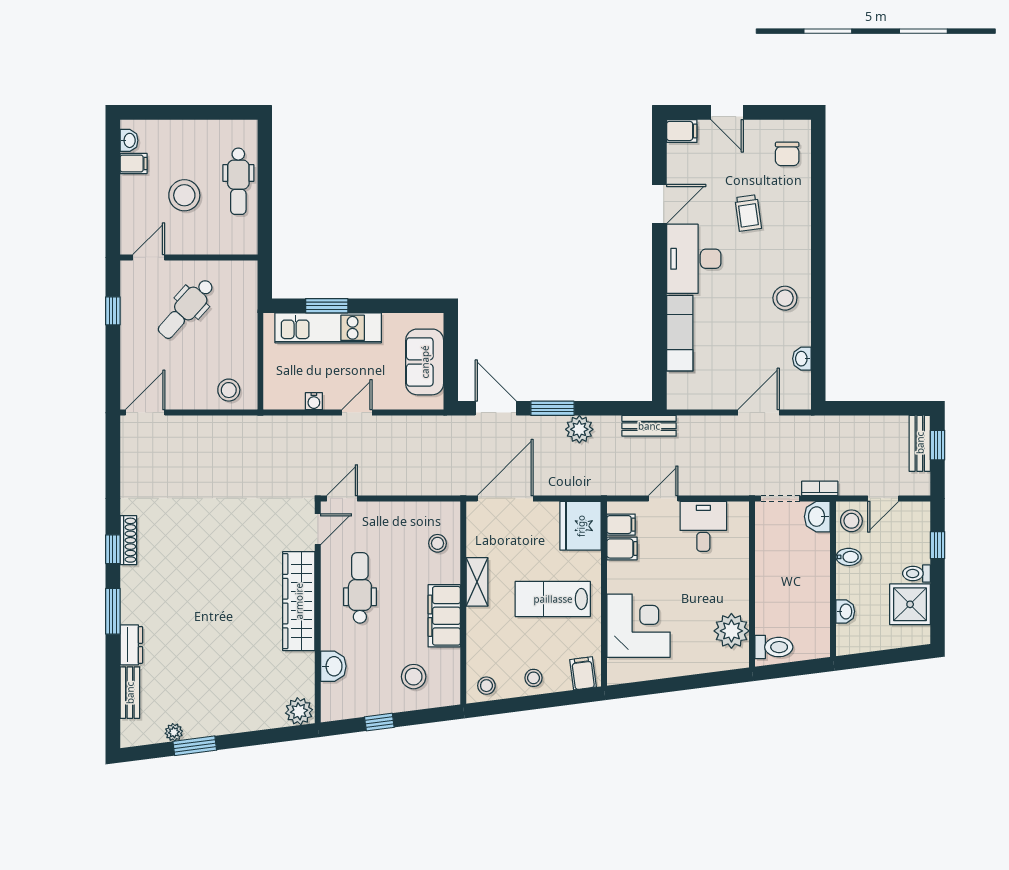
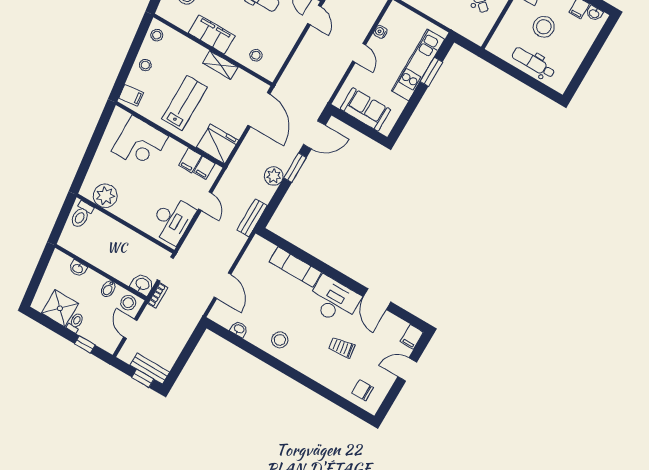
desk: (703, 526) -> (172, 220), width x1.37

